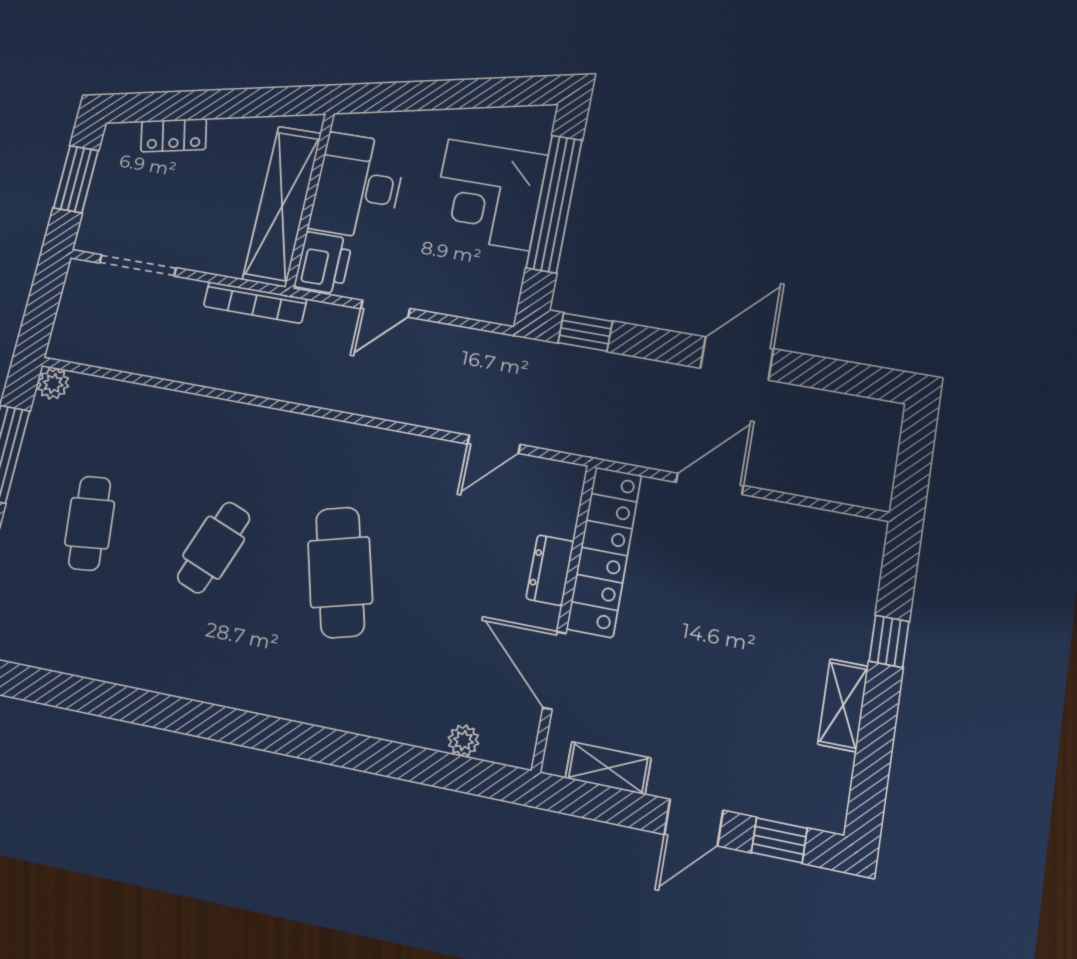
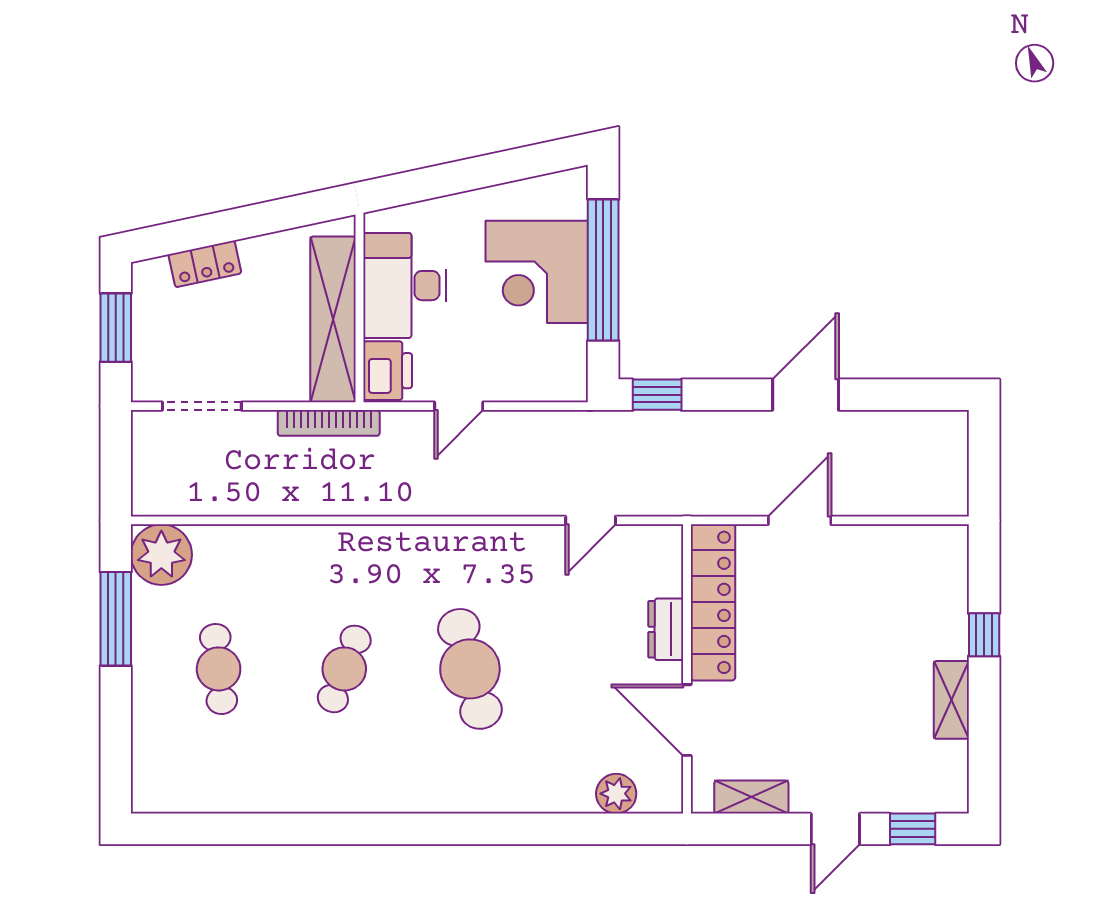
plant: (53, 384) -> (161, 555), width x1.88, depth x1.88
plant: (463, 741) -> (616, 794), width x1.38, depth x1.38

